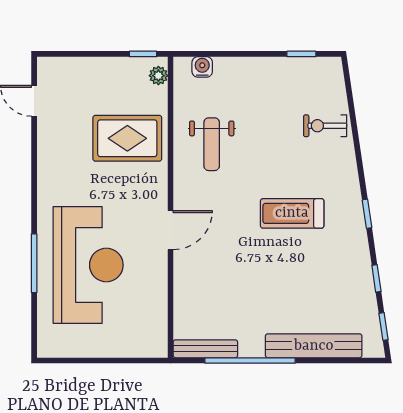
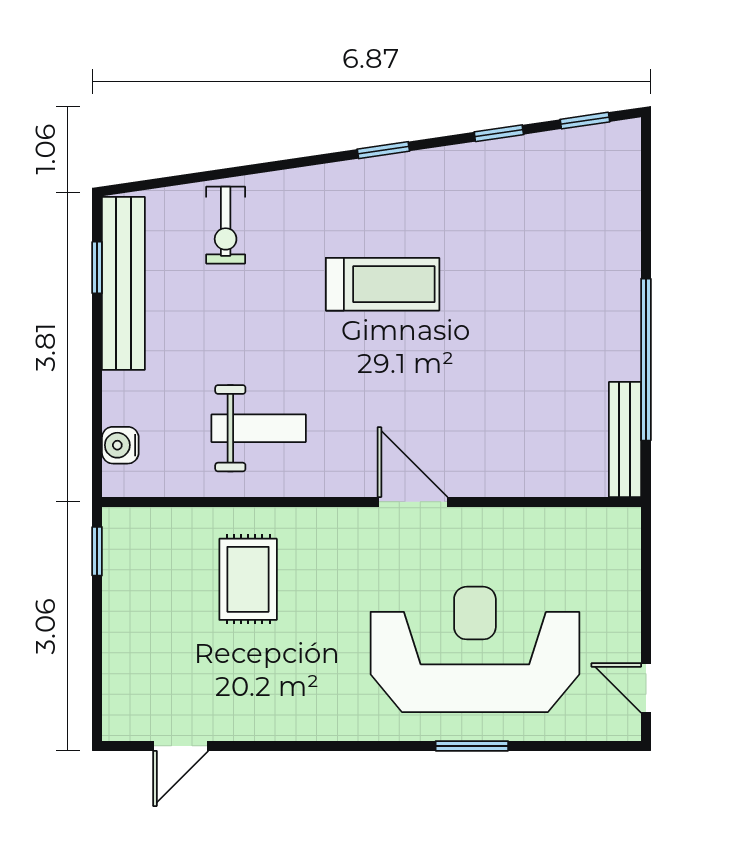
plant: (158, 76) -> (136, 524), removed
rug: (127, 138) -> (248, 579), width x0.73, depth x0.70
treadmill: (292, 213) -> (383, 284), turned -90
window: (34, 263) -> (472, 746), width x0.69
bench: (314, 346) -> (123, 283), moved
door: (67, 360) -> (646, 688), added

